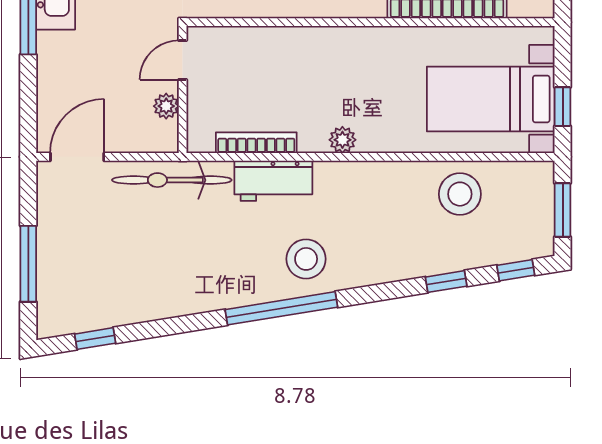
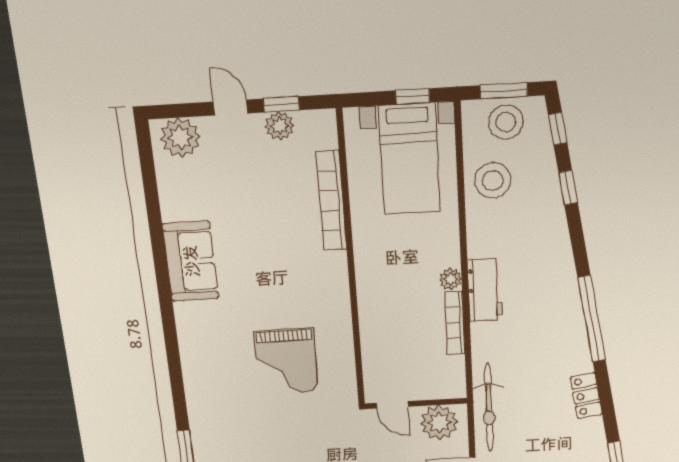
plant: (166, 106) -> (439, 422), width x1.87, depth x1.87
bookcase: (256, 143) -> (455, 323), moved
workbench: (273, 181) -> (485, 290), moved
stool: (306, 259) -> (506, 122), moved
locker: (180, 301) -> (586, 396), added

